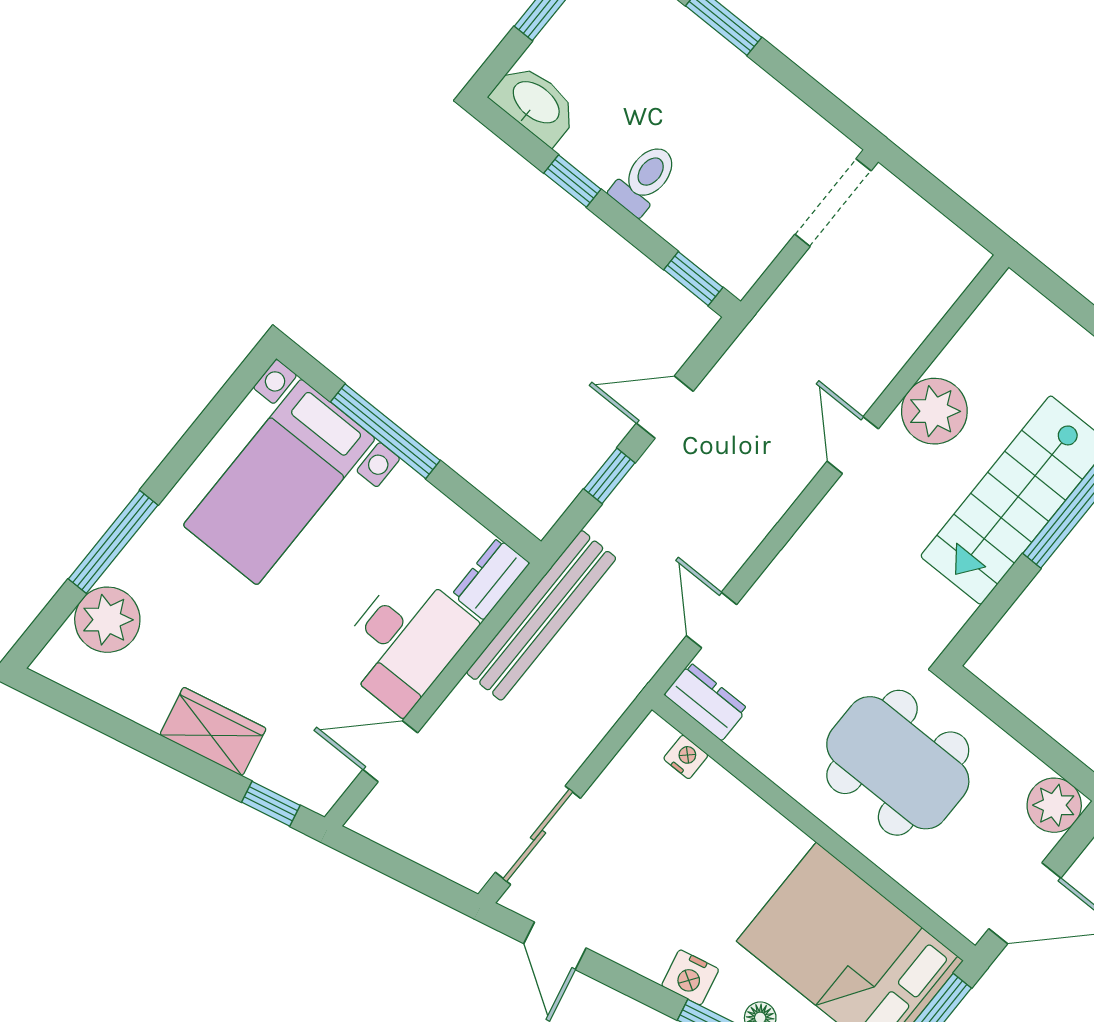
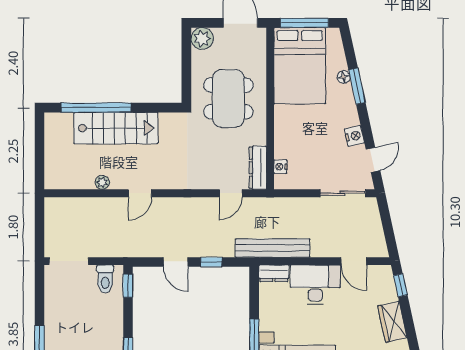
toilet: (644, 179) -> (105, 279), moved, turned -90
plant: (934, 411) -> (102, 182), width x0.53, depth x0.53
dresser: (706, 702) -> (258, 168), width x1.44
nightstand: (690, 977) -> (354, 136), moved

